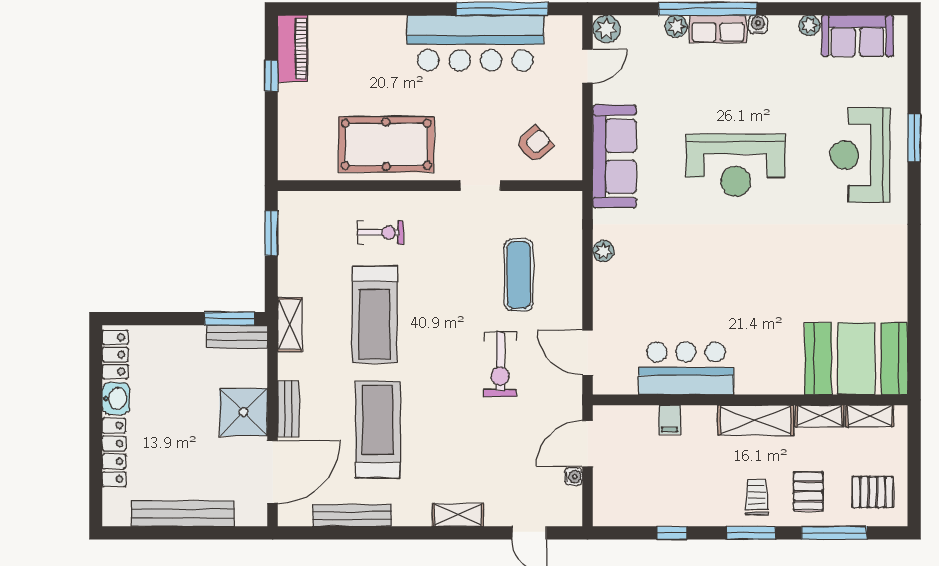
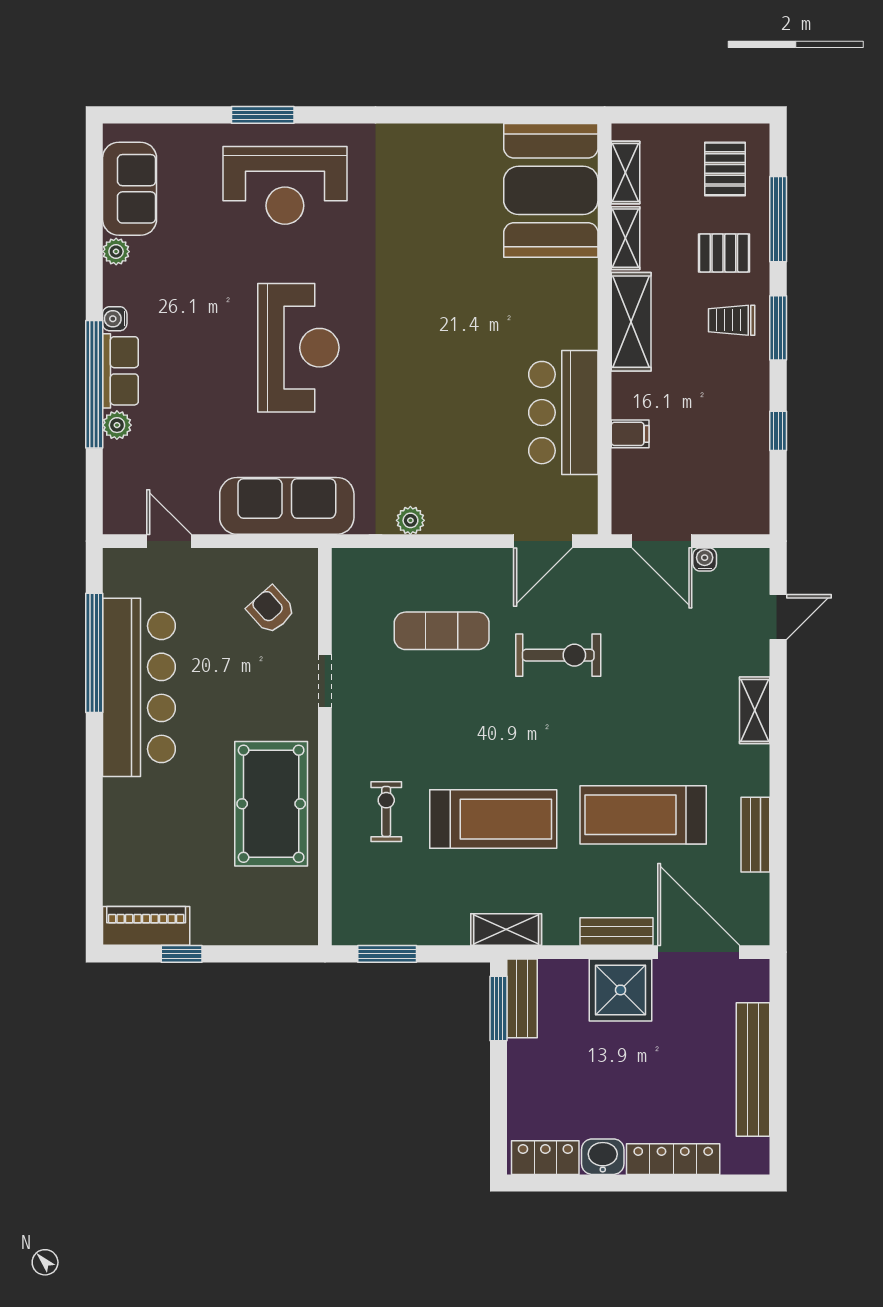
plant: (606, 29) -> (120, 516), removed
bench: (352, 515) -> (755, 835), width x0.73

